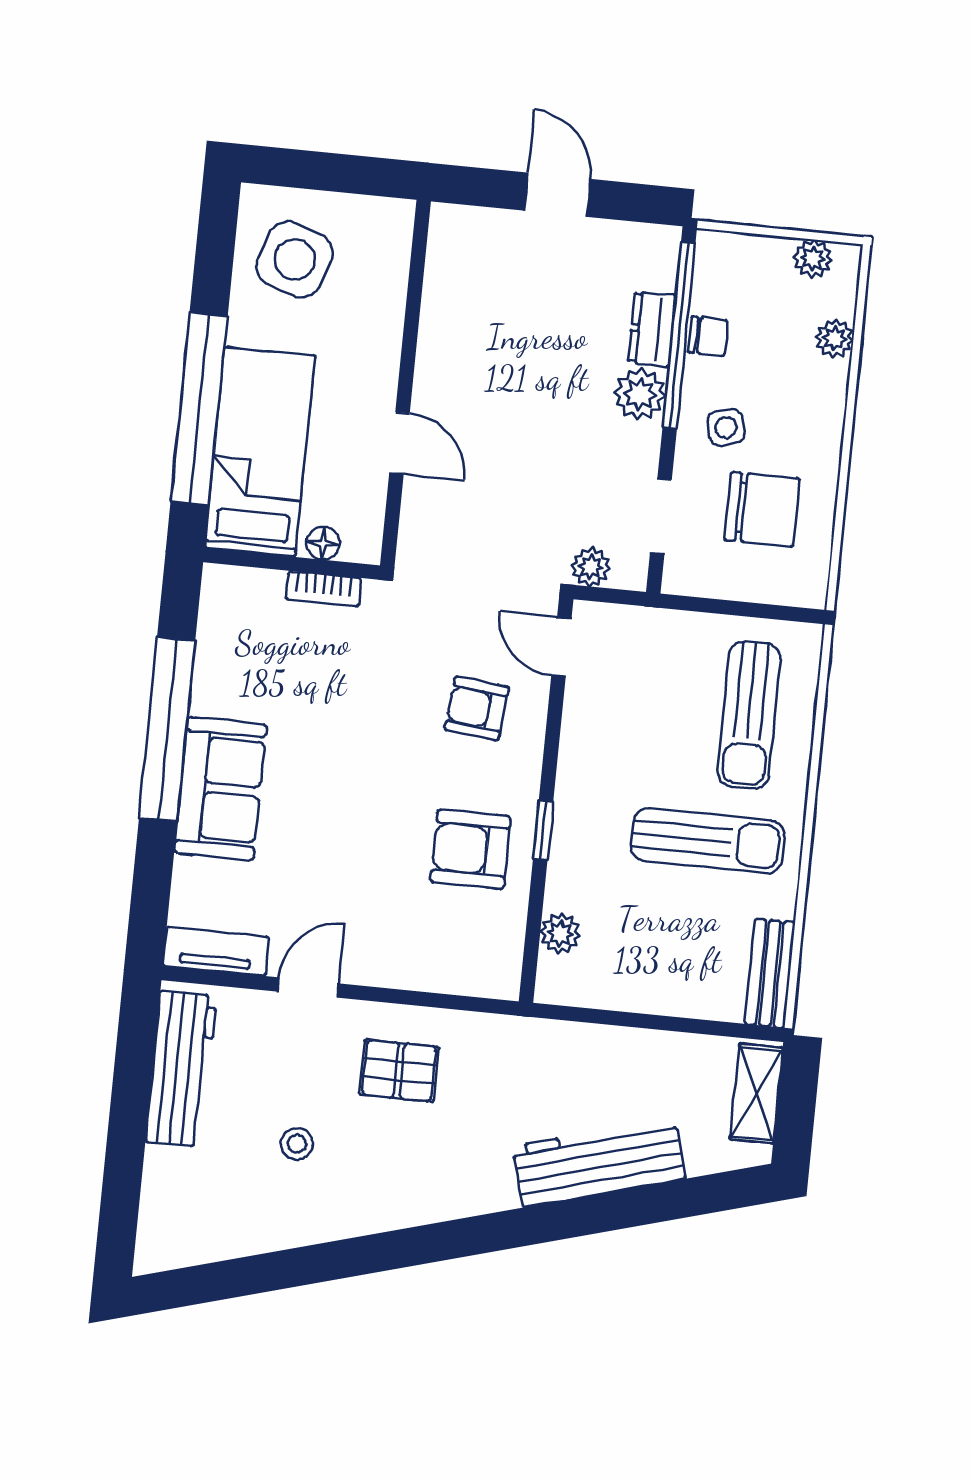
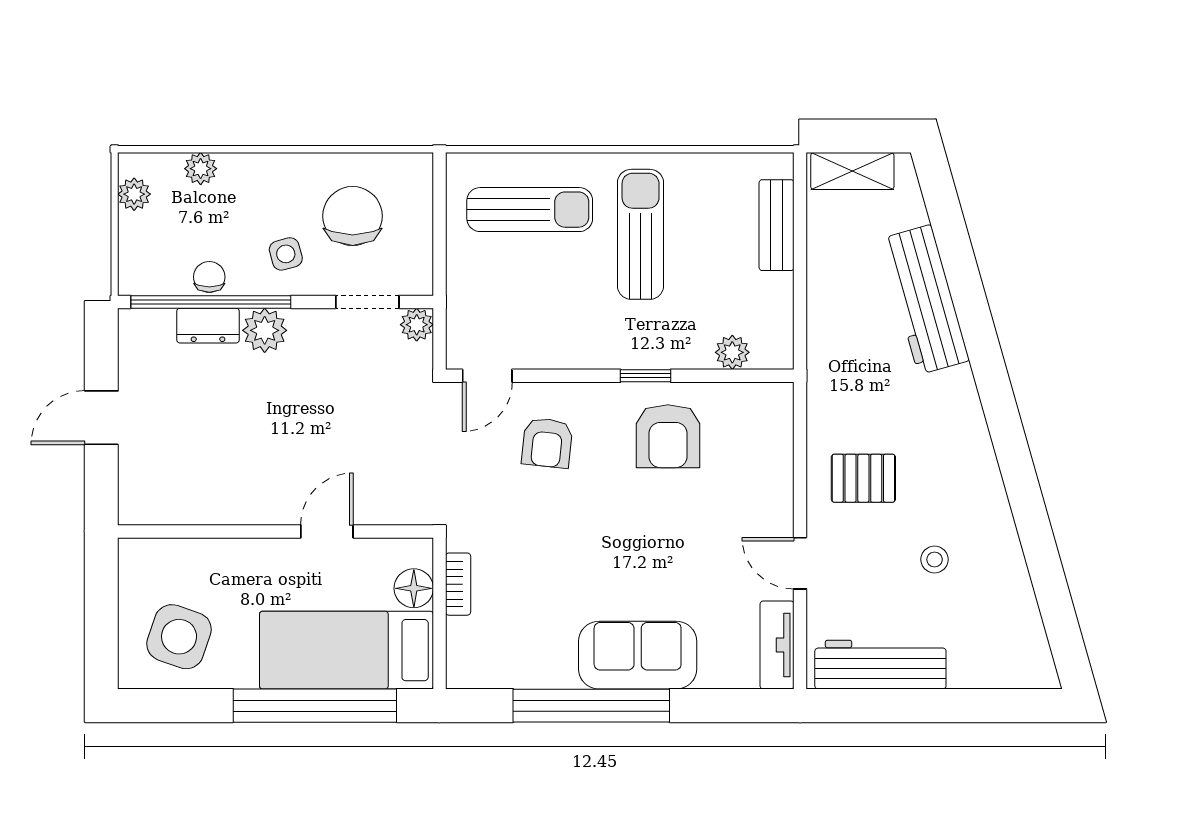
floor lamp: (323, 543) -> (414, 588), width x1.37, depth x1.37
plant: (591, 567) -> (417, 325), moved
bench: (770, 973) -> (777, 225), moved, turned 90
pallet: (399, 1071) -> (863, 478), turned 90

